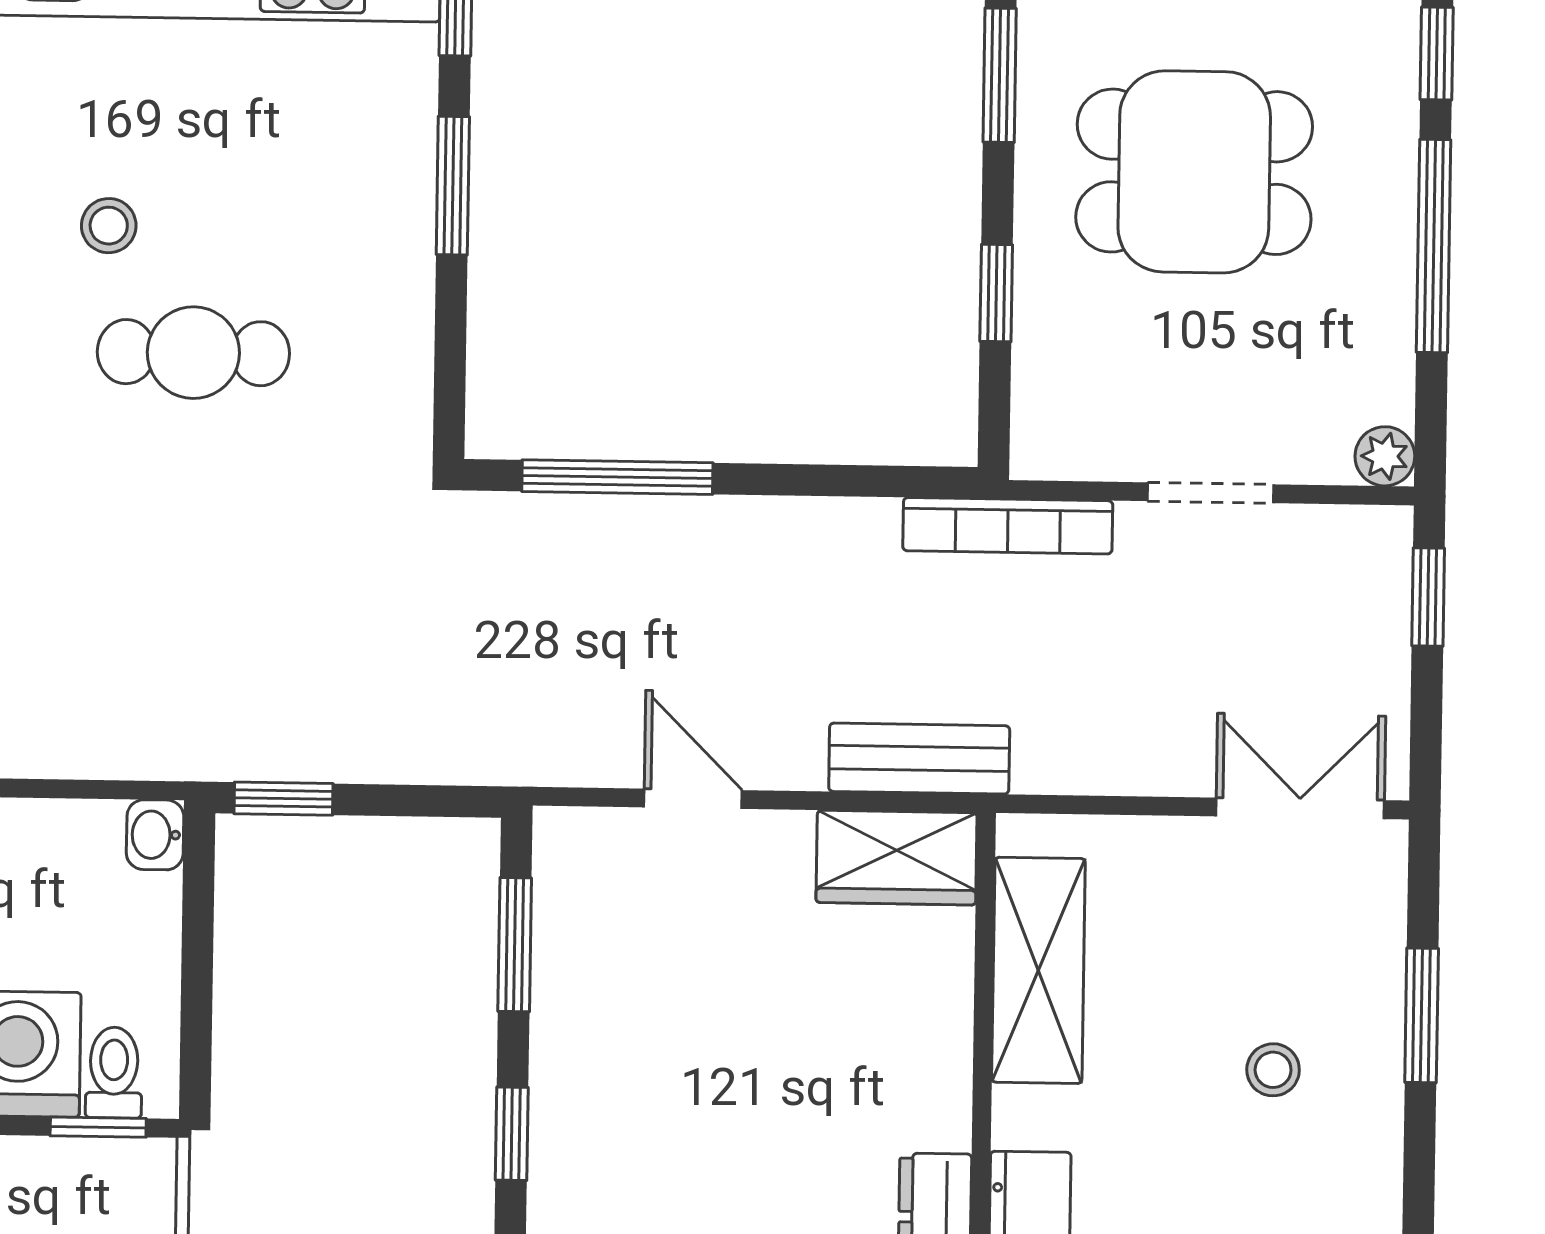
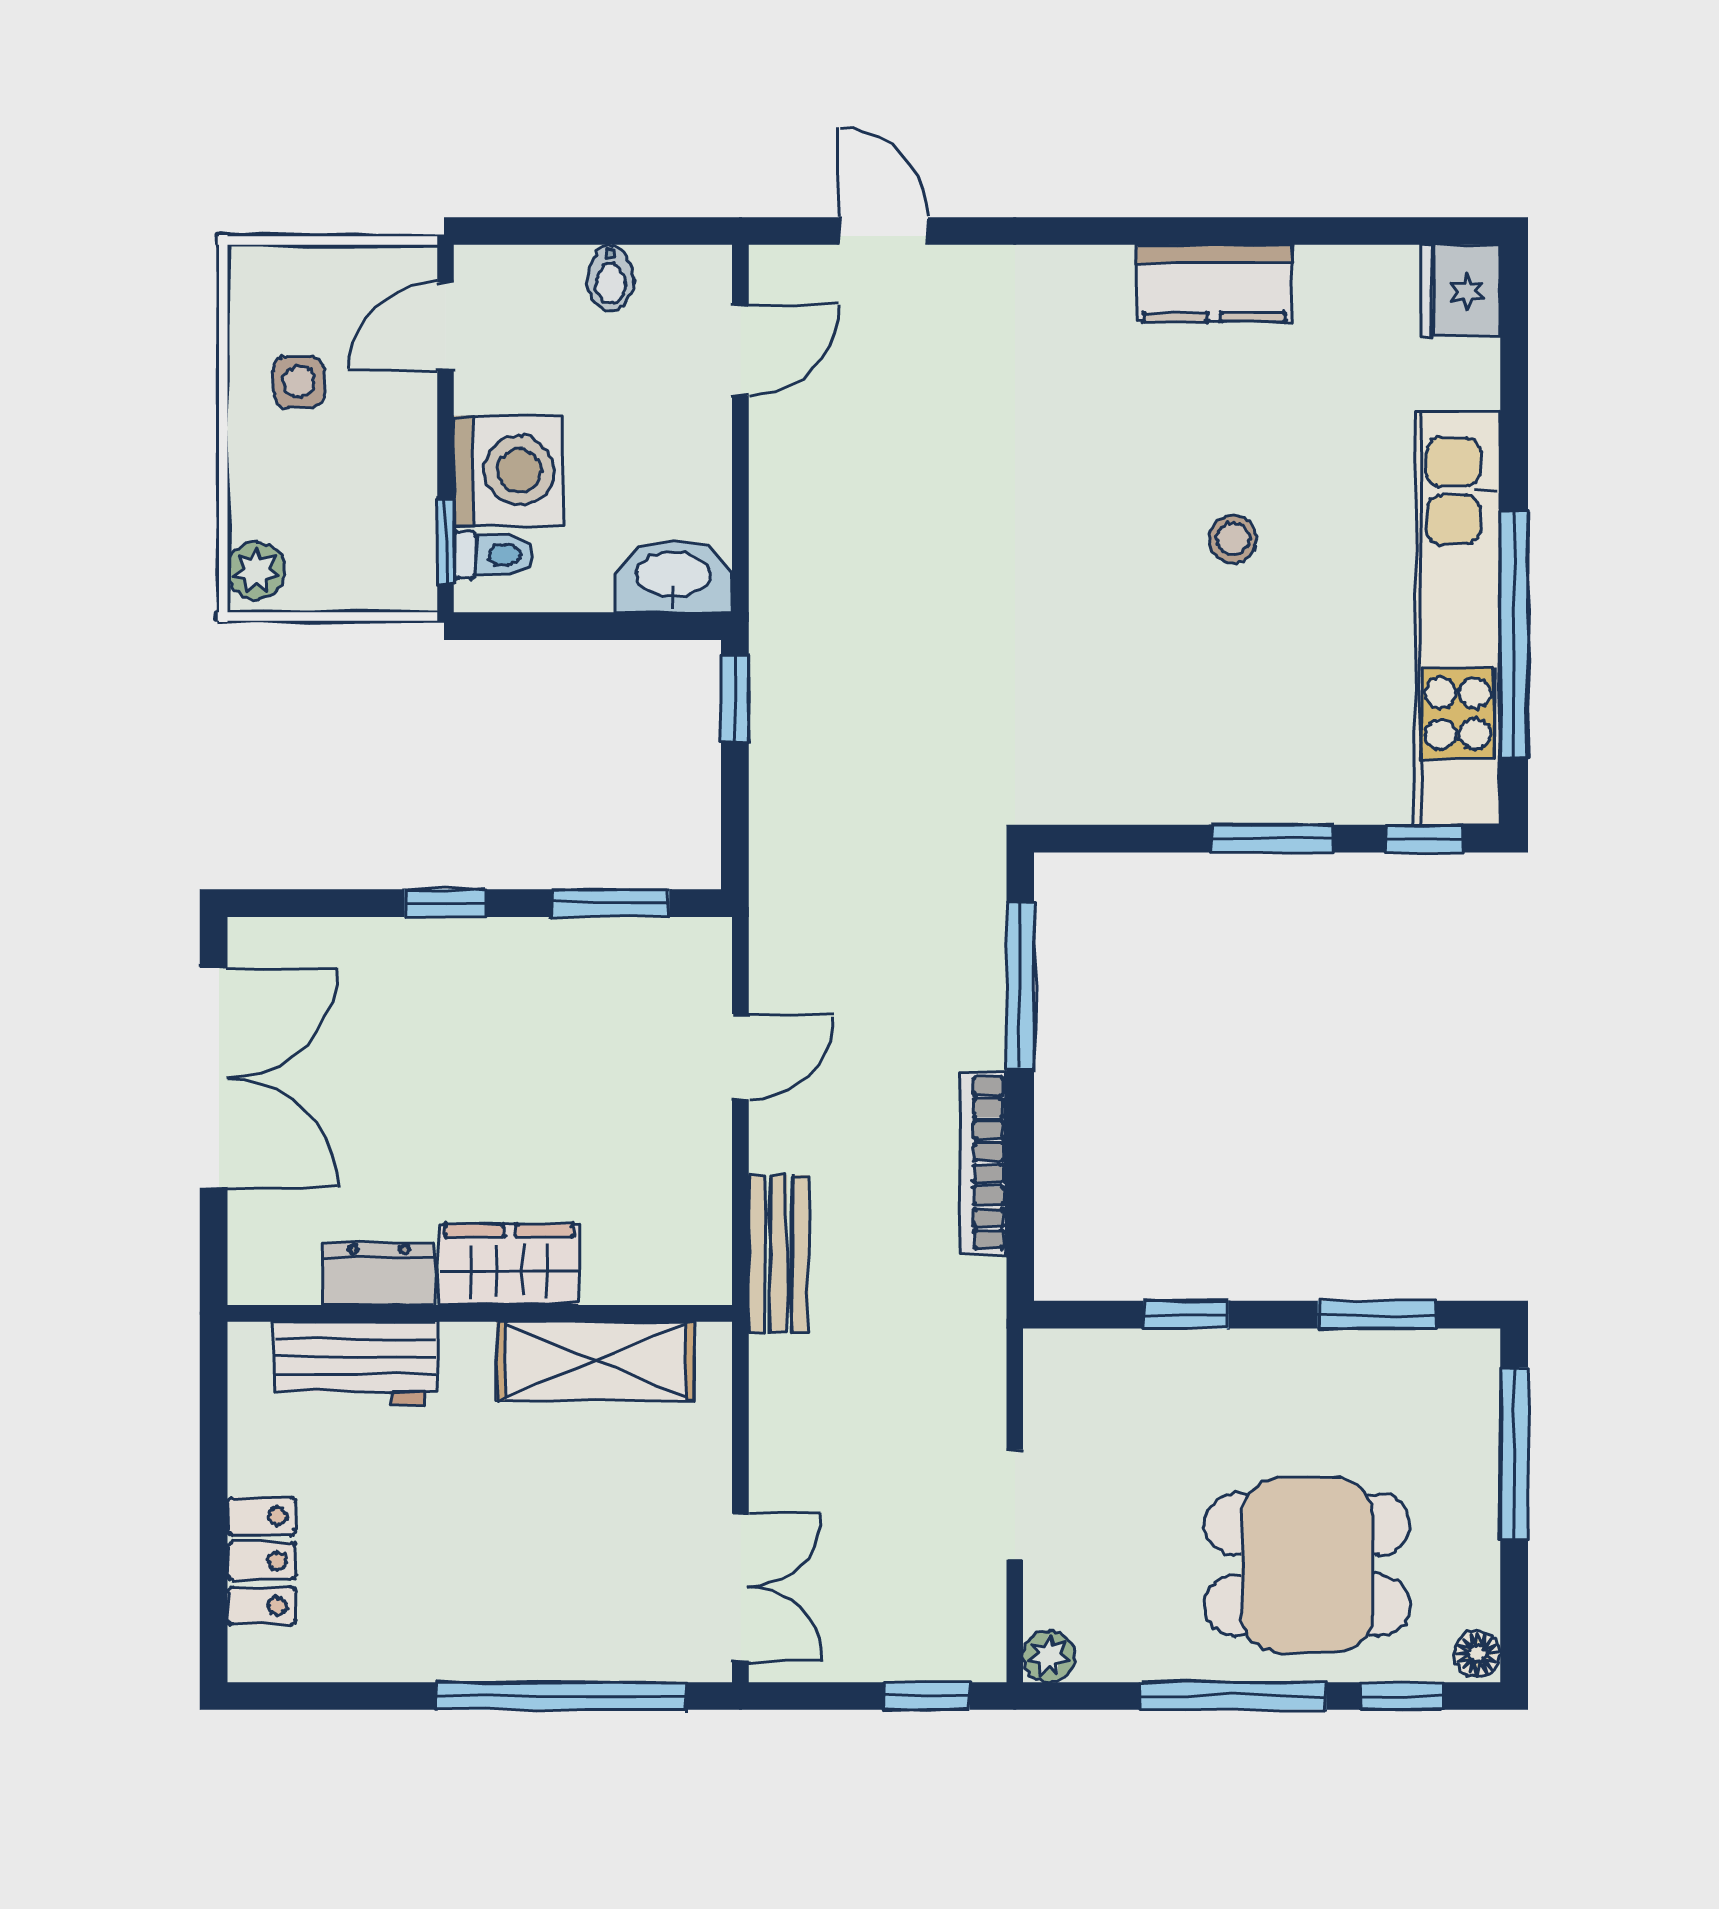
dining table: (1194, 172) -> (1307, 1565), moved, turned 90
cafe table: (193, 353) -> (1123, 614), removed
bookcase: (1008, 526) -> (983, 1163), moved
washbasin: (155, 835) -> (674, 577), width x1.91, depth x1.45
wardrobe: (897, 858) -> (509, 1265), moved, turned 90
window: (1422, 1015) -> (561, 1696), width x2.11
stool: (1273, 1070) -> (512, 1567), removed

